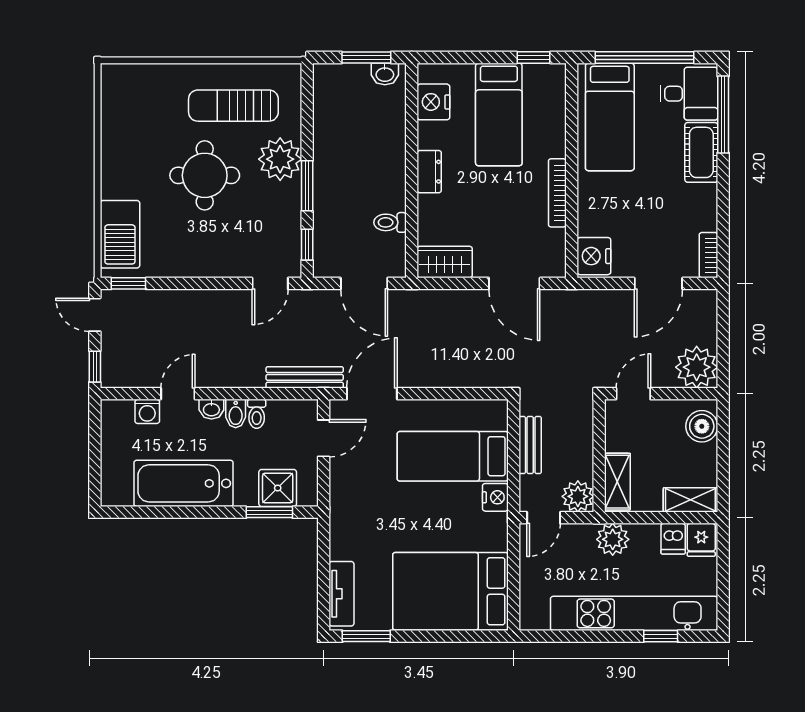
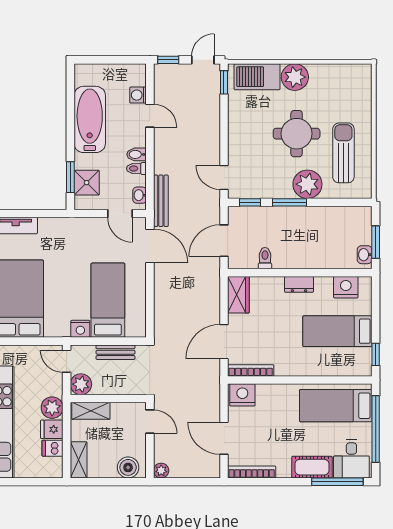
plant: (120, 178) -> (295, 77), added
bookcase: (557, 193) -> (251, 370), moved
bookcase: (708, 255) -> (252, 472), width x1.56
plant: (697, 367) -> (161, 471), width x0.53, depth x0.53
washbasin: (211, 409) -> (140, 195), moved
fridge: (701, 540) -> (52, 429), moved

